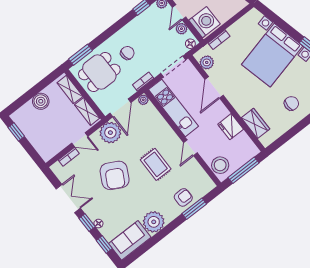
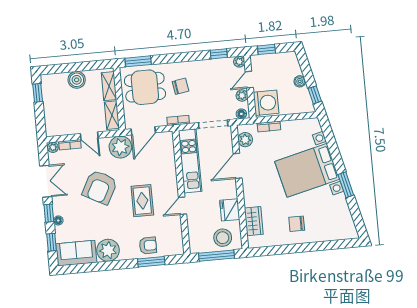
plant: (143, 100) -> (53, 147), moved
chair: (291, 103) -> (297, 224), turned 180
stool: (220, 165) -> (223, 238), moved

